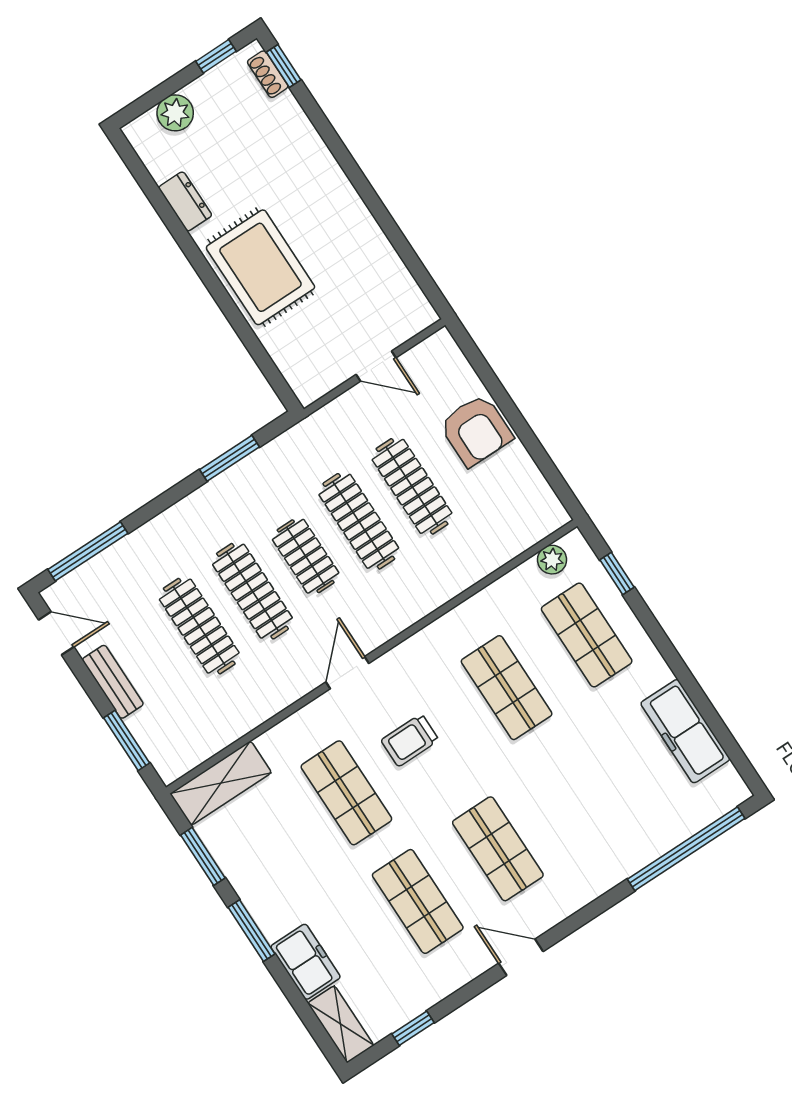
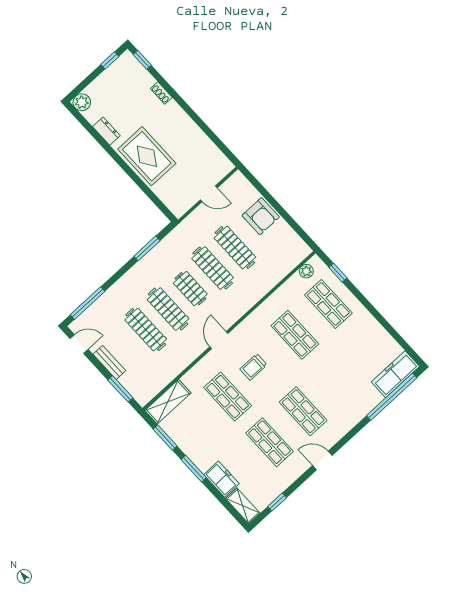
shoe rack: (268, 74) -> (161, 93), moved
plant: (175, 113) -> (82, 102), moved
freezer: (685, 731) -> (395, 374), moved, turned 90

